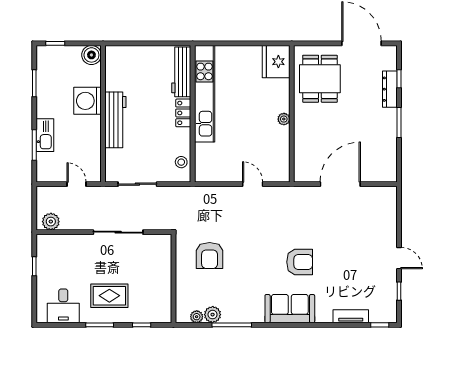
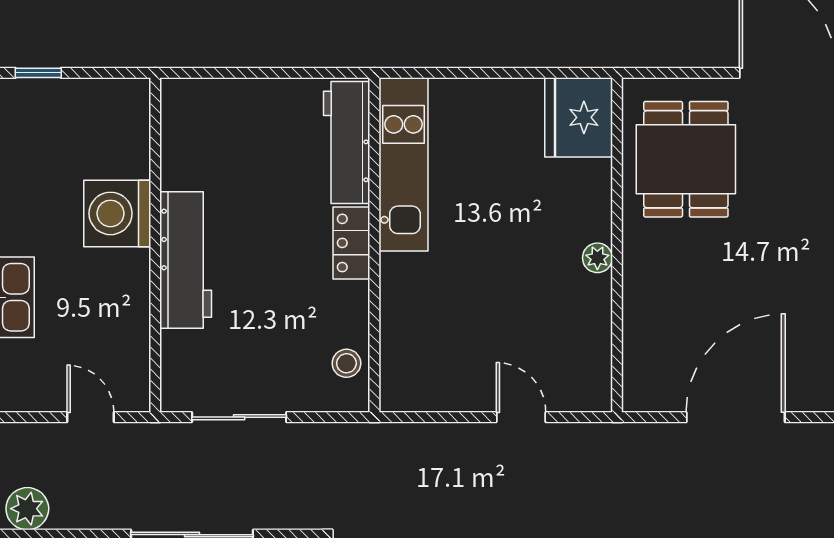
boiler: (91, 55) -> (127, 101), removed
kitchen unit: (205, 94) -> (403, 164), width x0.73

